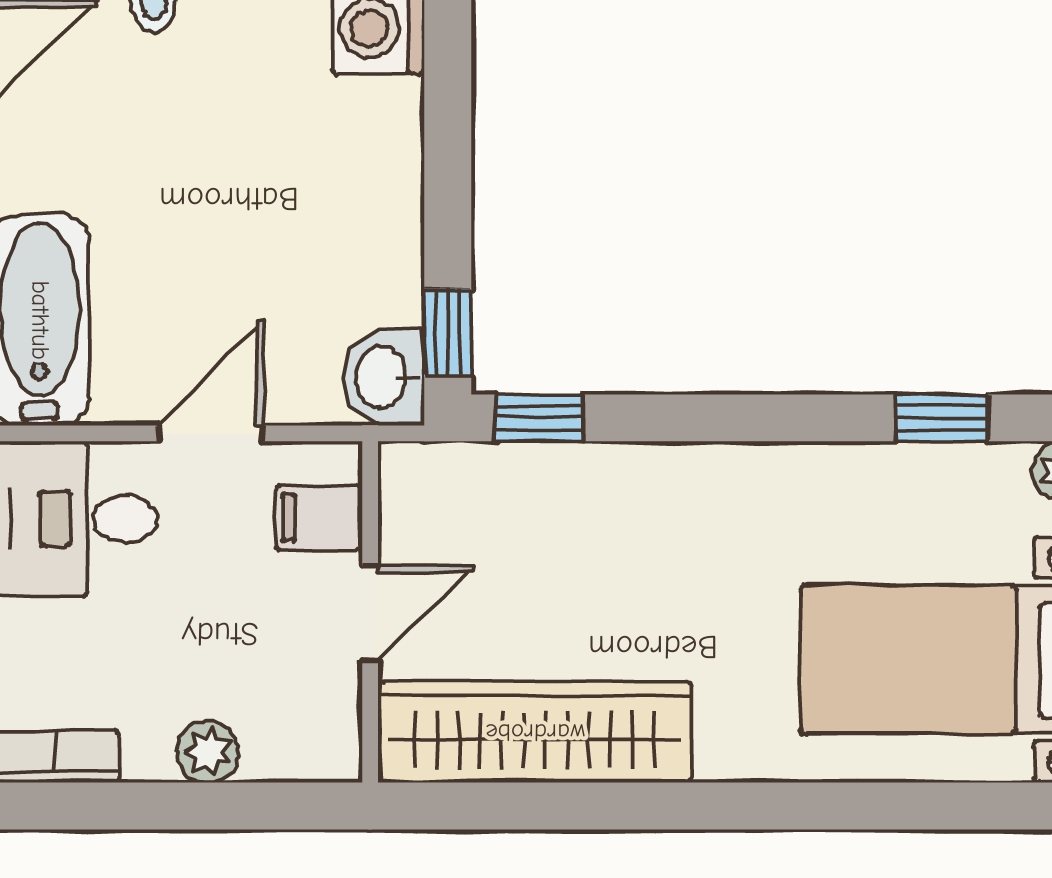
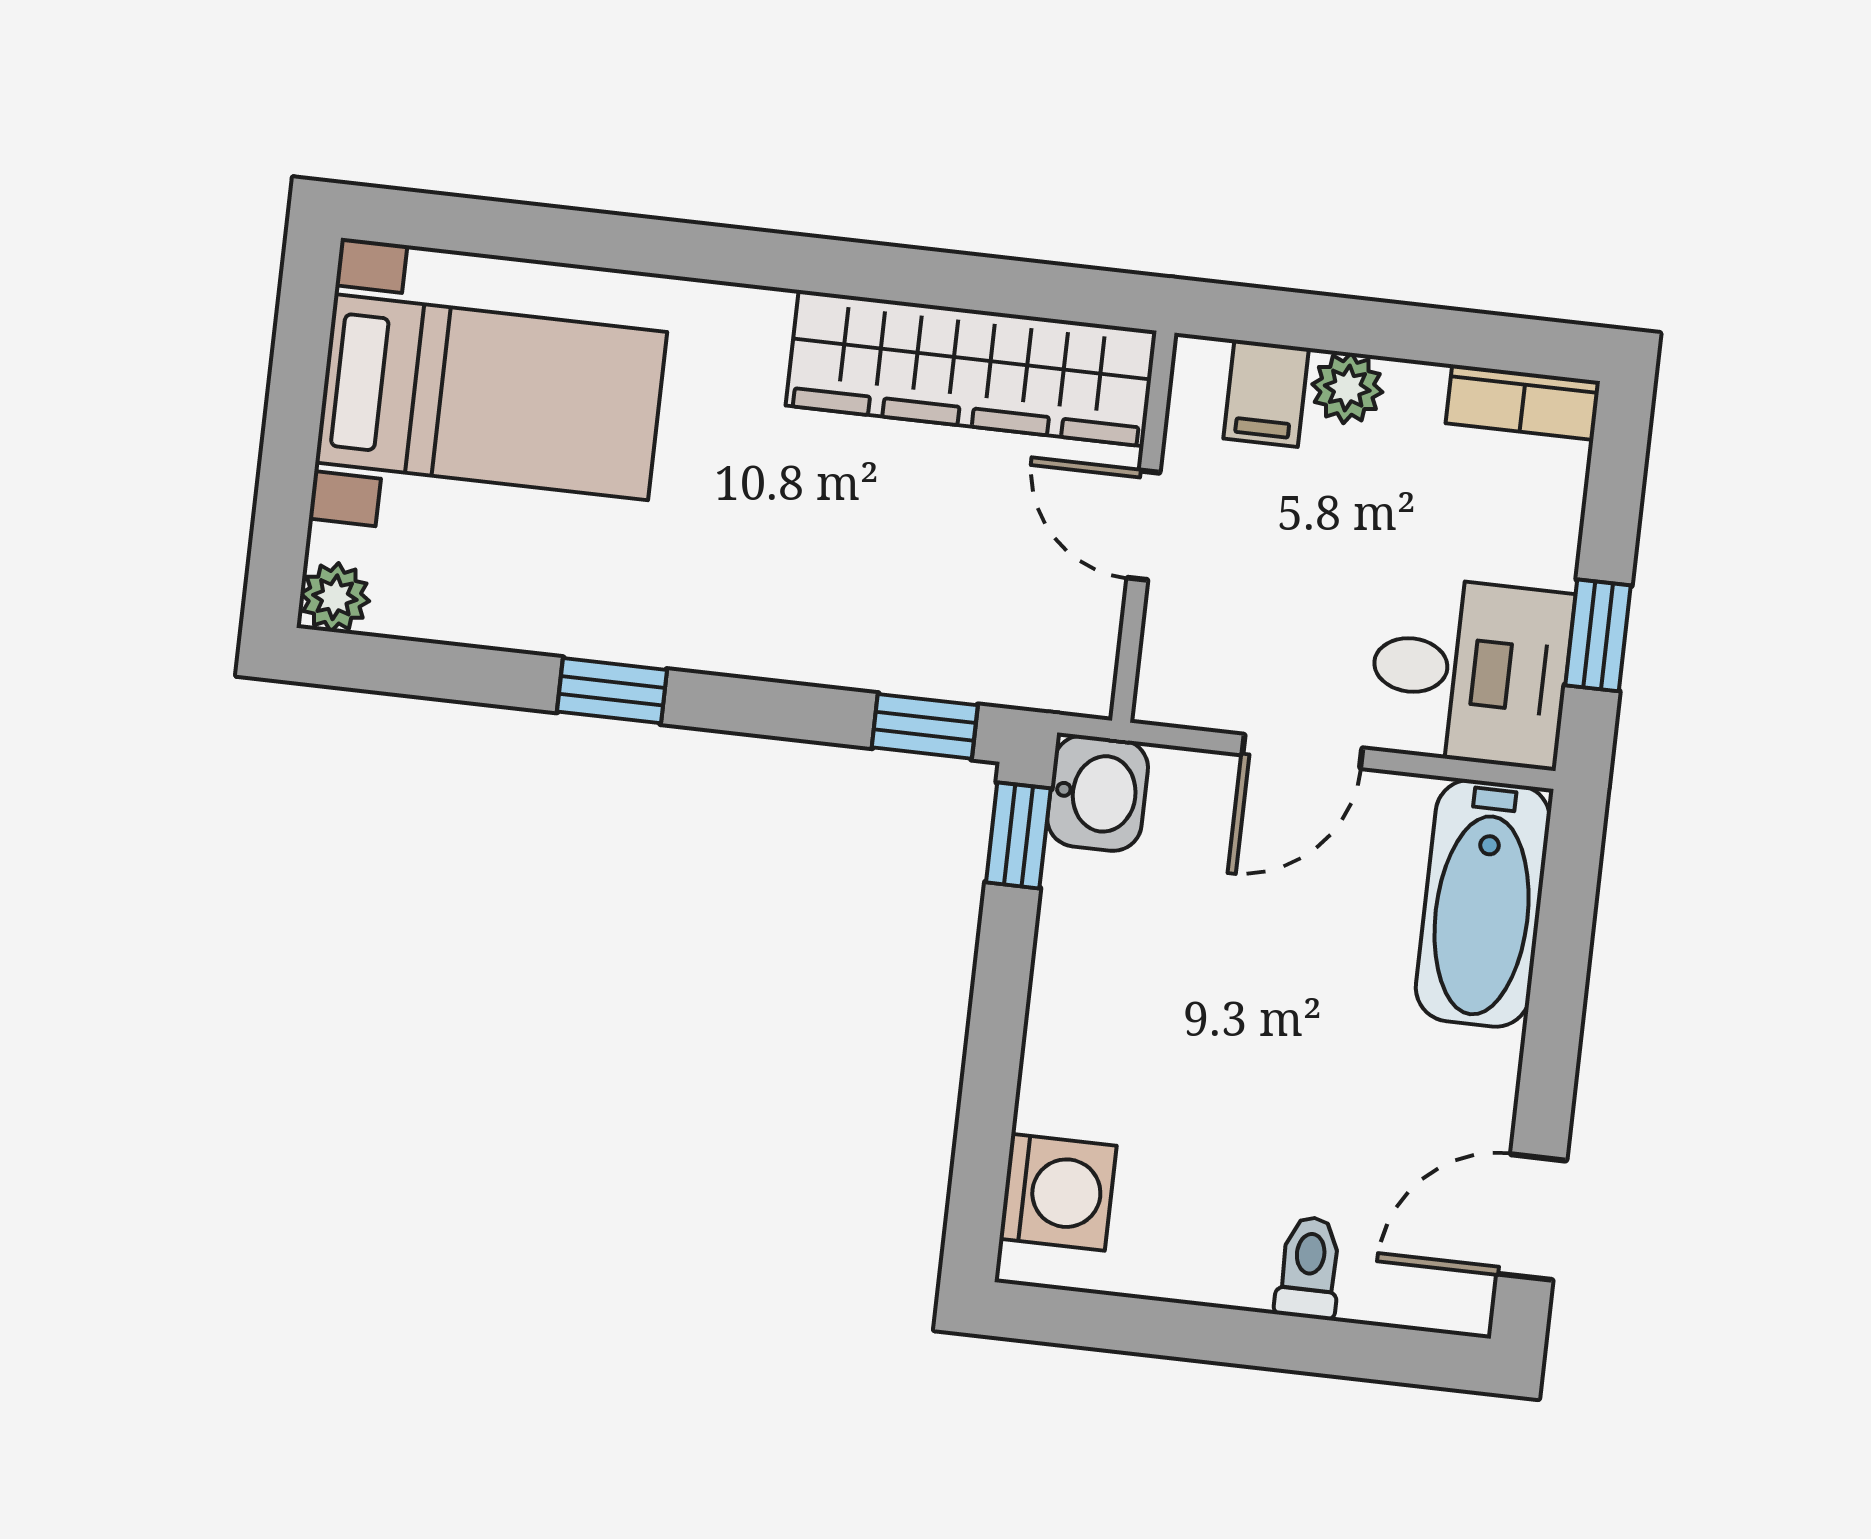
window: (942, 418) -> (612, 691), moved
filing cabinet: (319, 518) -> (1266, 393), moved, turned 90
door: (370, 613) -> (1143, 525), hinge flipped

